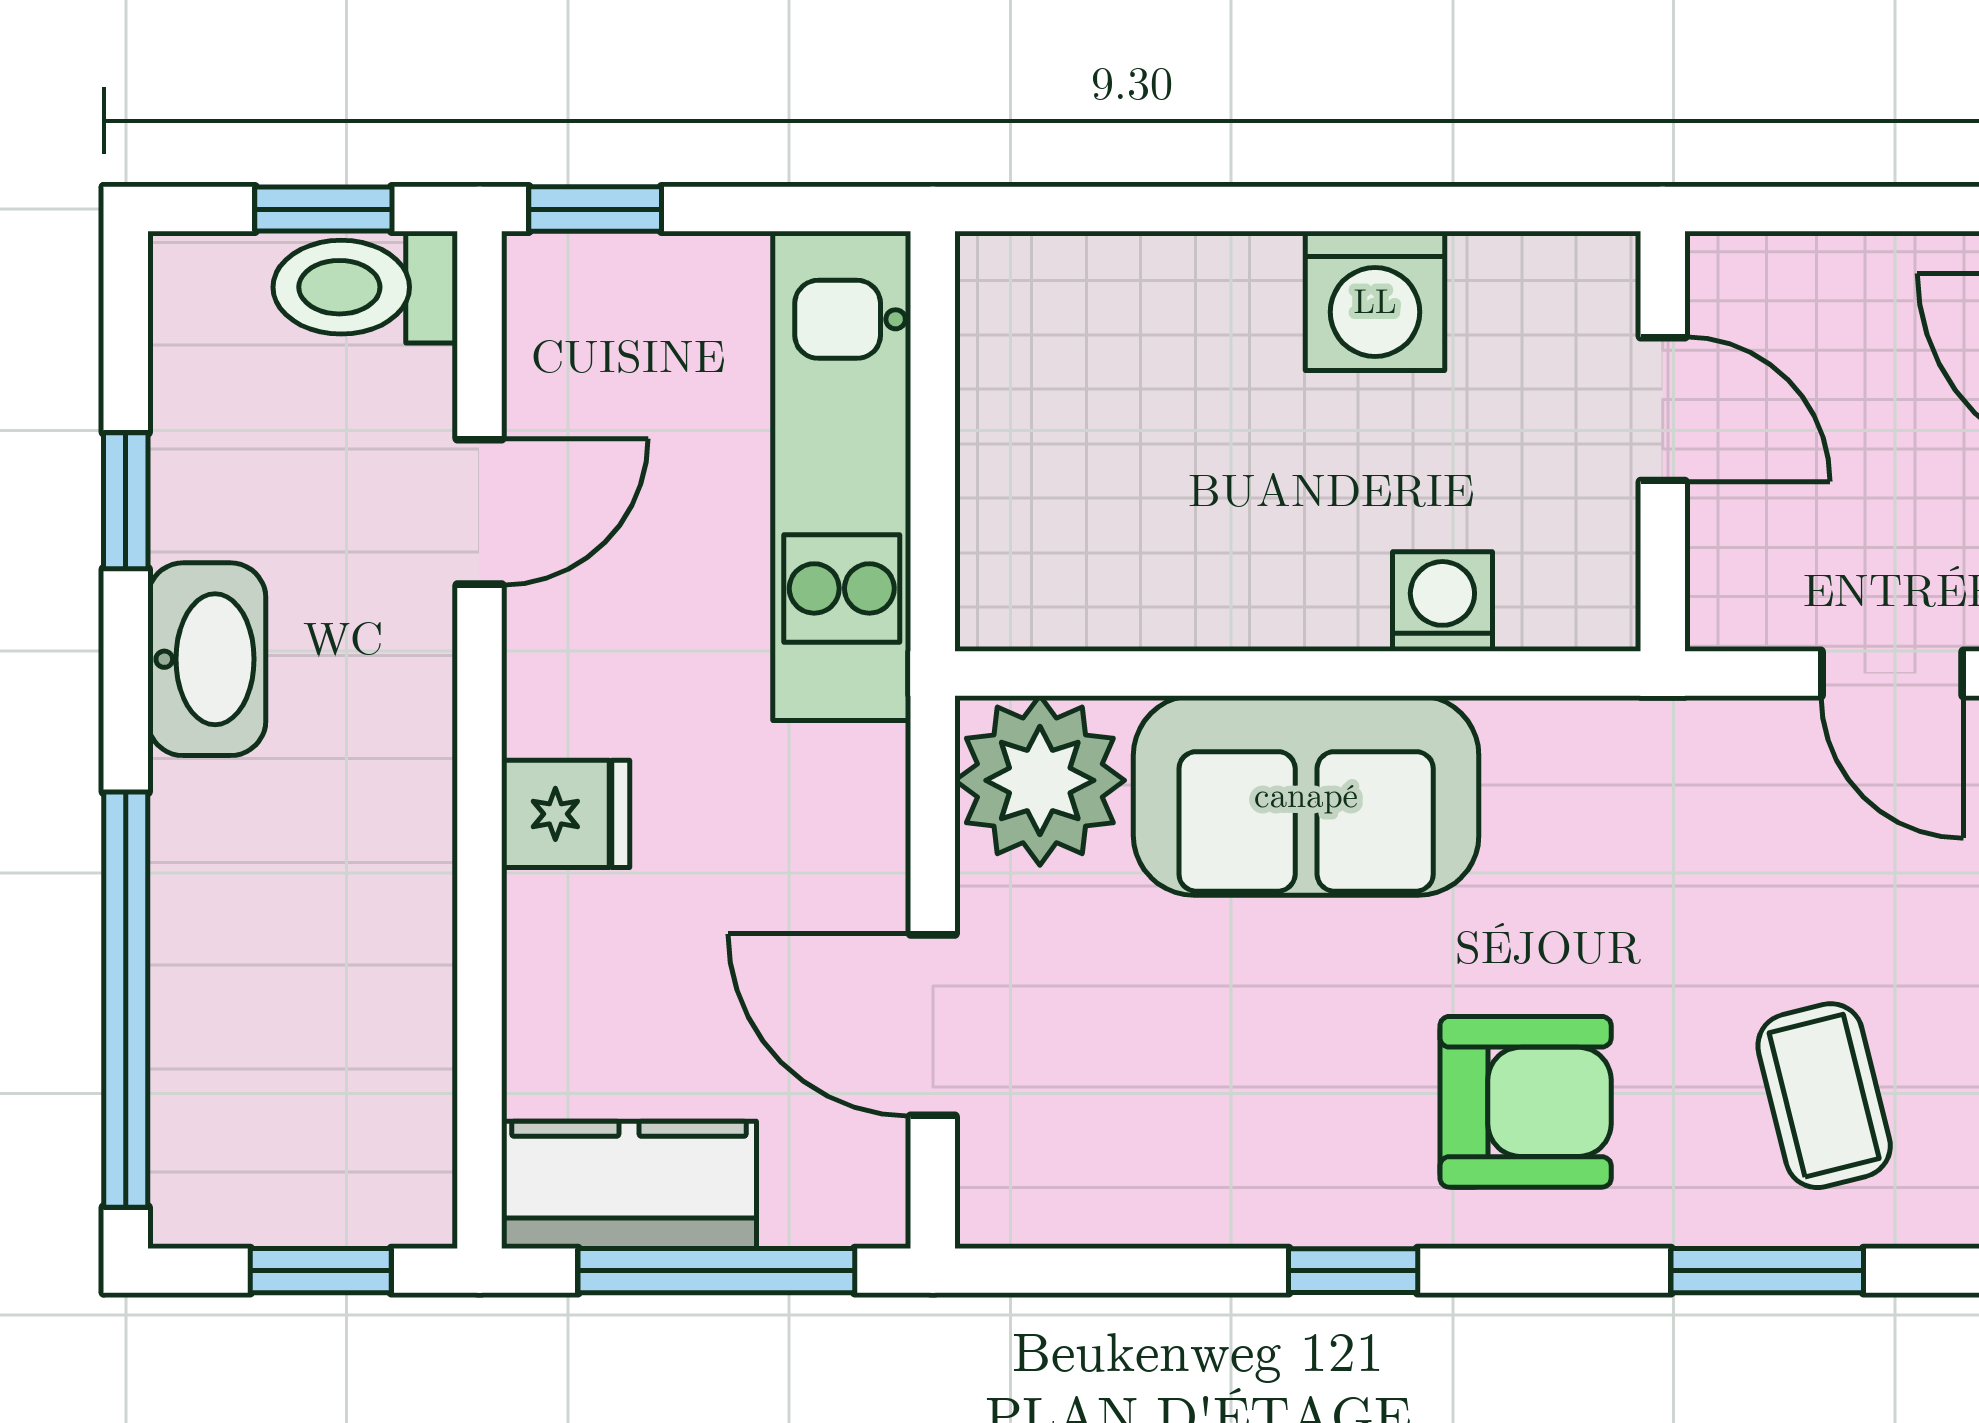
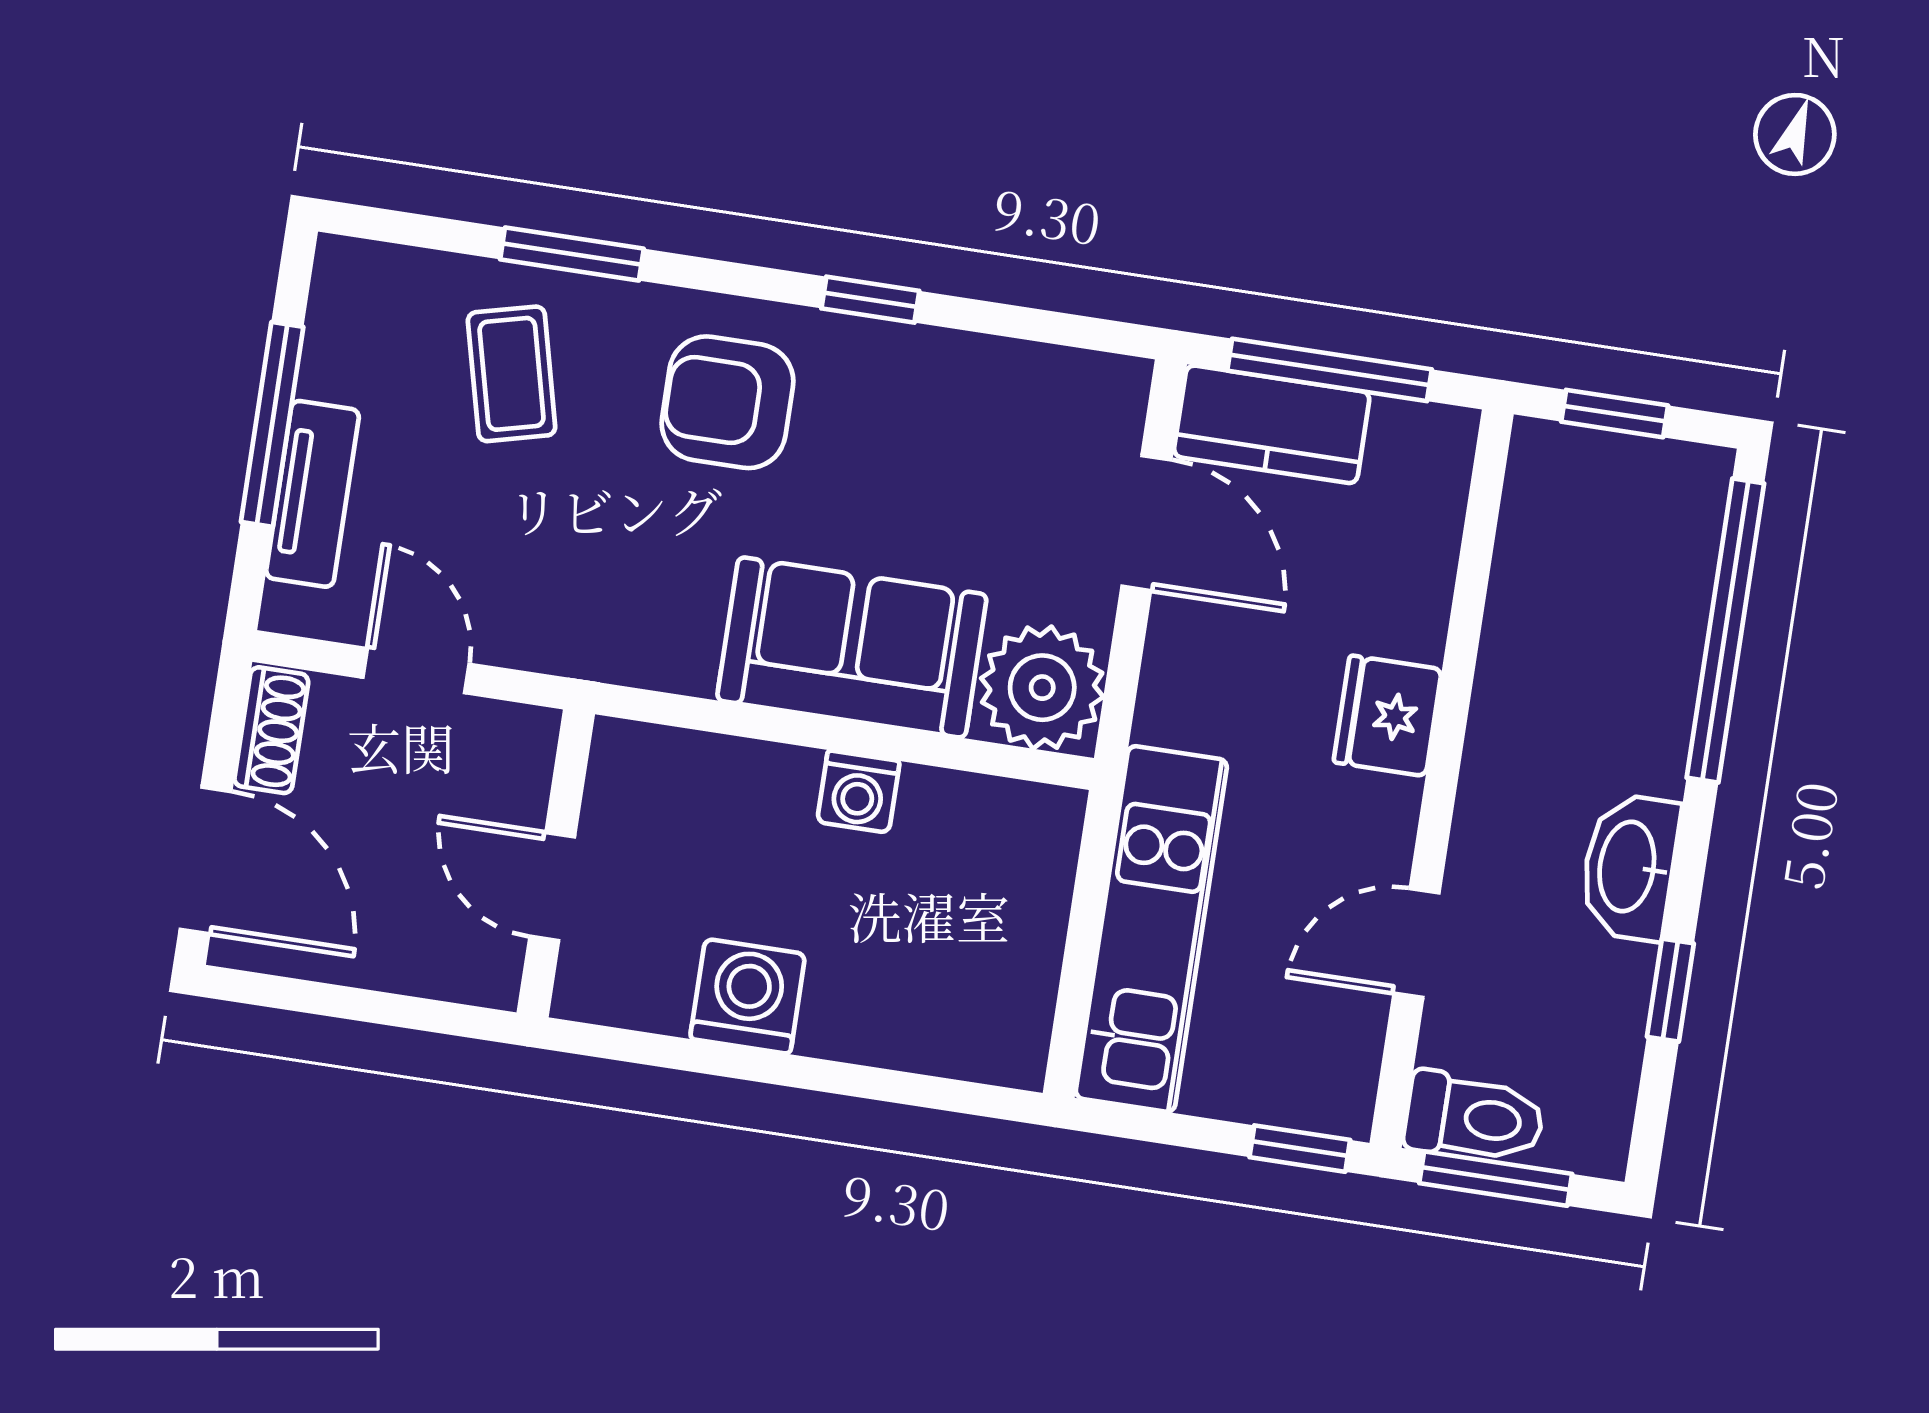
window: (323, 209) -> (1496, 1179), width x1.50
washing machine: (1442, 601) -> (858, 792), moved
fridge: (566, 814) -> (1388, 716), width x1.38
kitchen counter: (629, 1185) -> (1272, 424), moved

